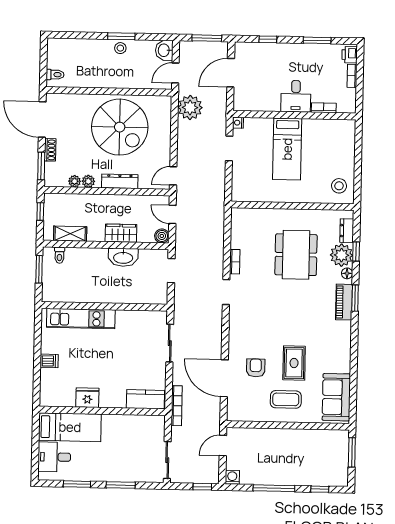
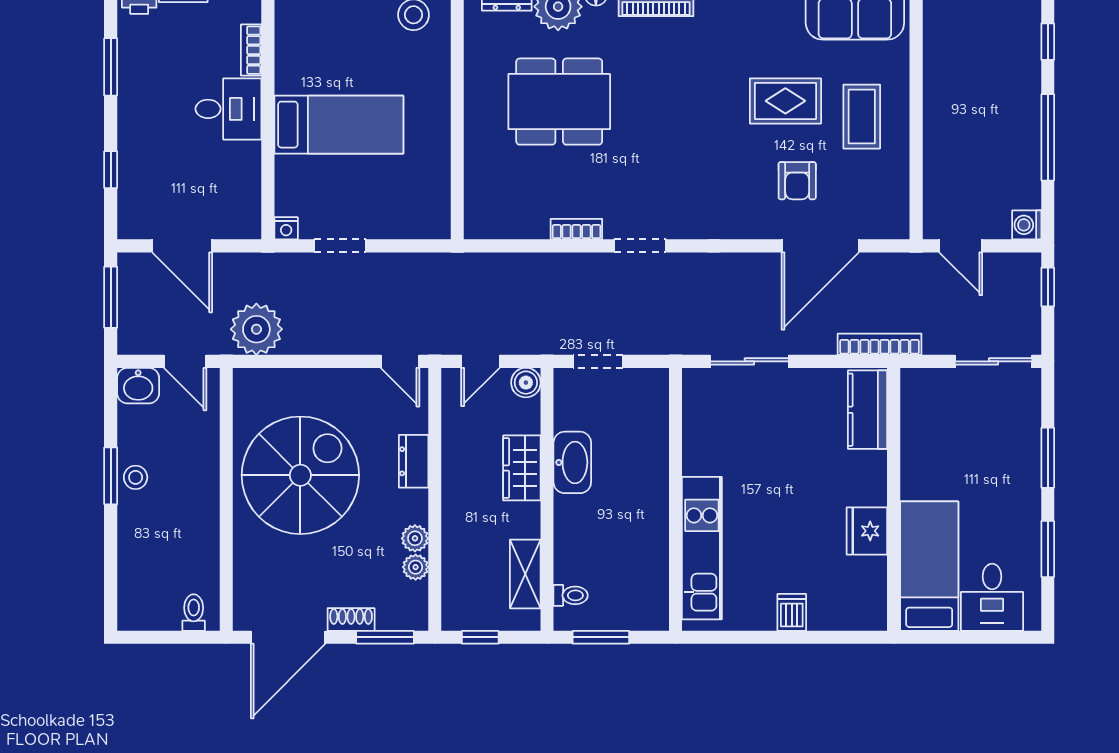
dresser: (120, 181) -> (414, 461), width x0.70
armchair: (256, 368) -> (797, 181), turned -90

